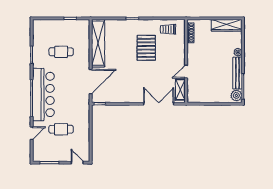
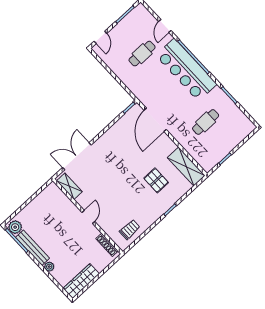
shelving: (98, 43) -> (186, 167), width x0.68
pallet: (146, 48) -> (156, 180), moved, width x0.67, depth x0.71
door: (186, 72) -> (88, 217), moved
double door: (159, 104) -> (77, 156), swing flipped
door: (77, 163) -> (100, 37), hinge flipped

